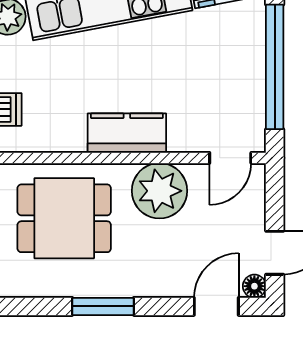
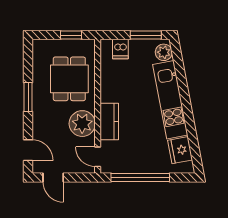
kitchen counter: (127, 133) -> (109, 122), moved
floor lamp: (254, 286) -> (37, 168), removed

